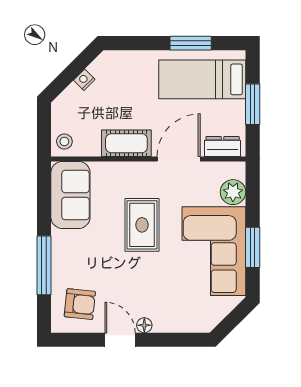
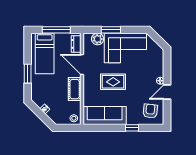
window: (191, 43) -> (28, 74), moved
window: (253, 104) -> (56, 30), width x1.44
sofa: (70, 195) -> (105, 115), width x1.36
window: (253, 247) -> (111, 30), moved
window: (44, 265) -> (132, 128), width x0.46

